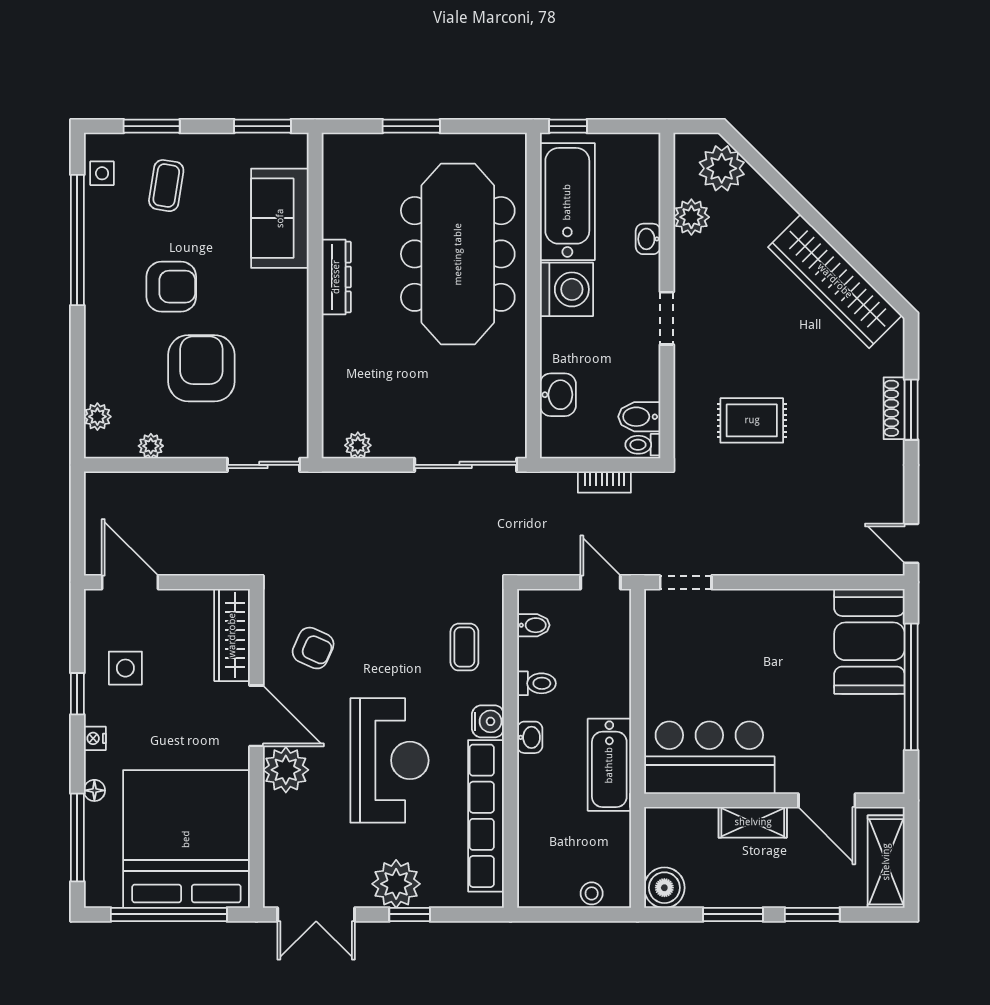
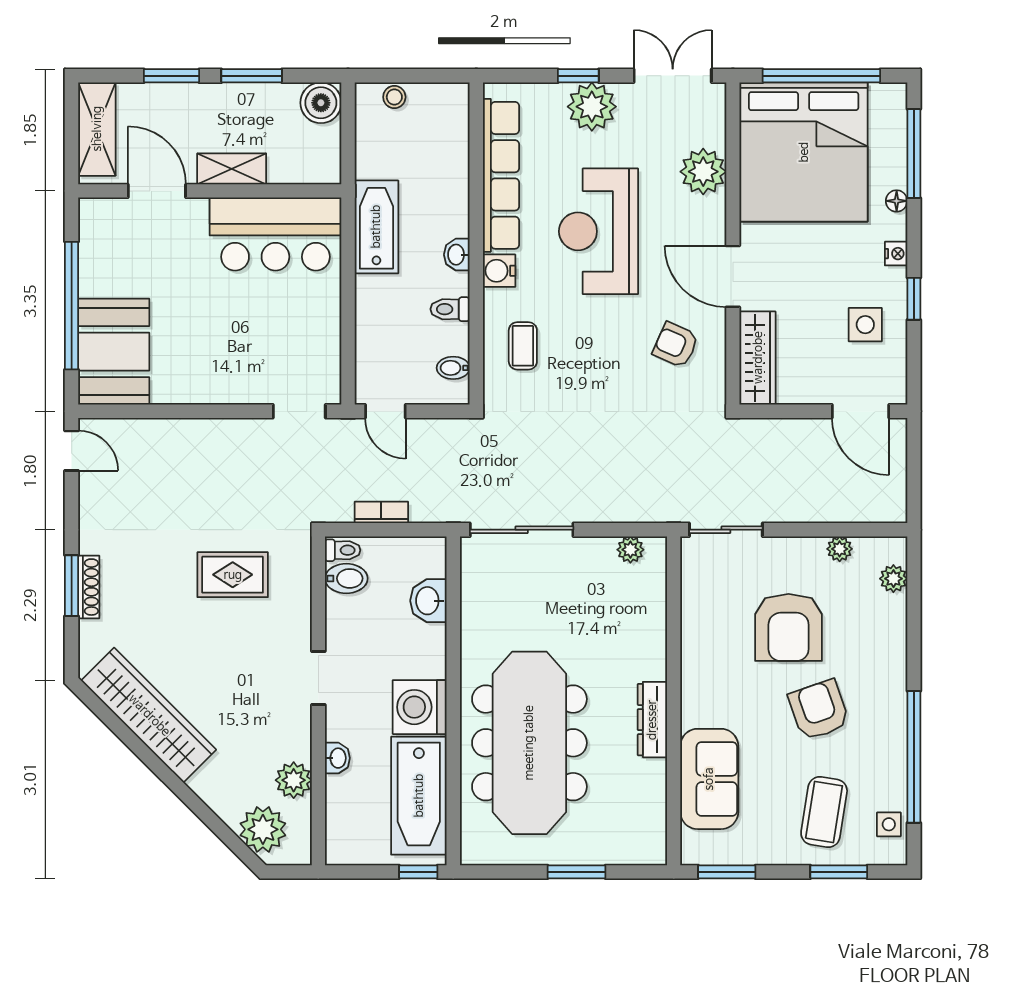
coffee table: (166, 186) -> (824, 812), width x1.36, depth x1.30
armchair: (171, 287) -> (819, 710), turned 71
plant: (286, 770) -> (703, 172), moved

